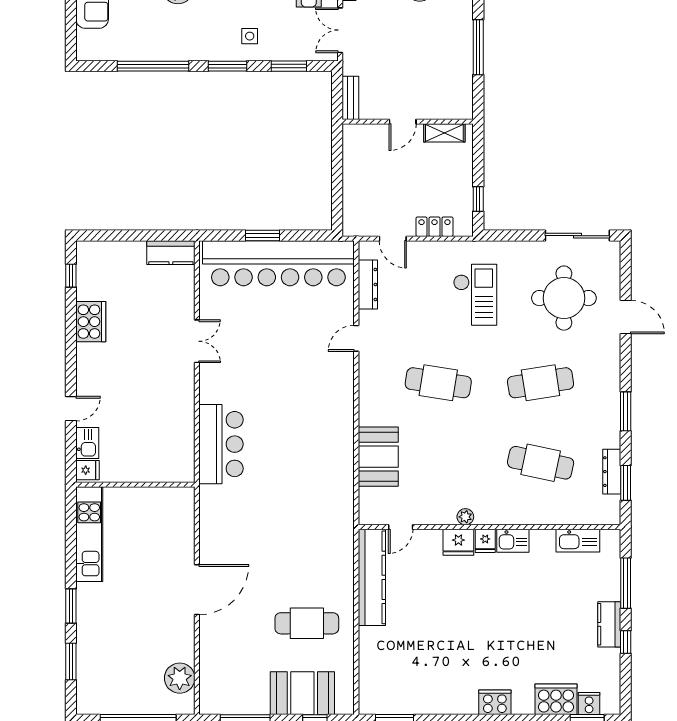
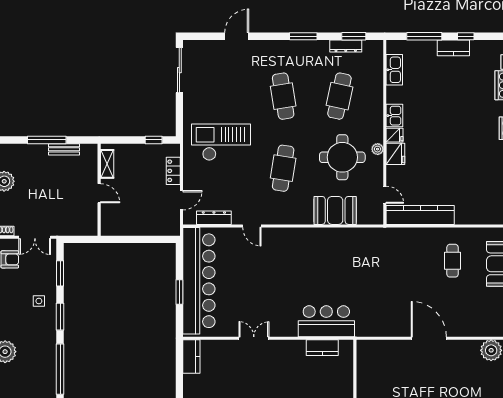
bench: (350, 98) -> (64, 149), moved
checkout: (475, 295) -> (221, 142), width x1.36, depth x1.21
round table: (564, 298) -> (342, 157), moved
kitchen counter: (184, 438) -> (322, 348), added
cafe table: (307, 623) -> (453, 261), width x0.73, depth x0.74

